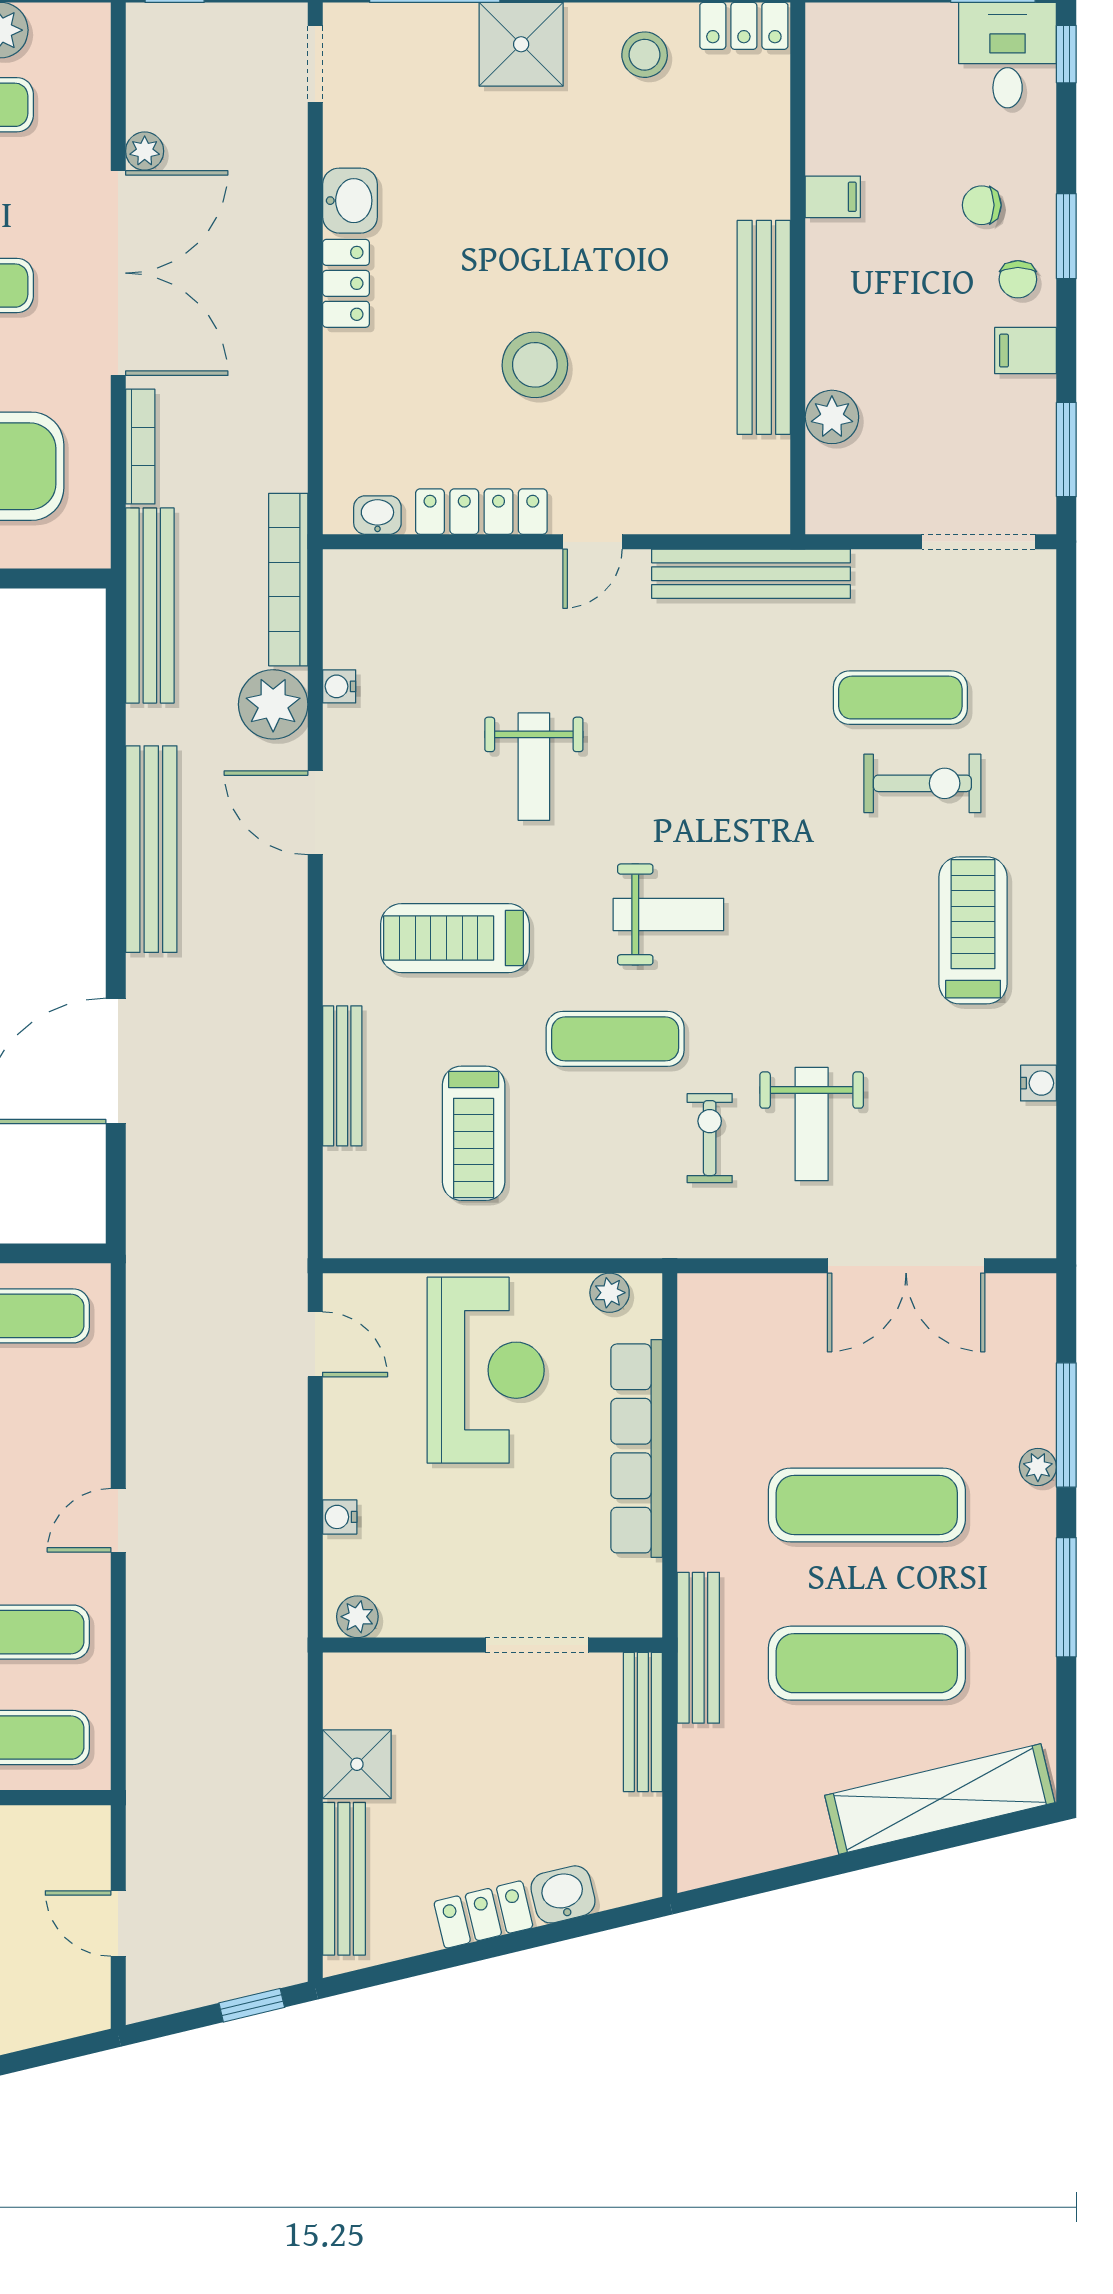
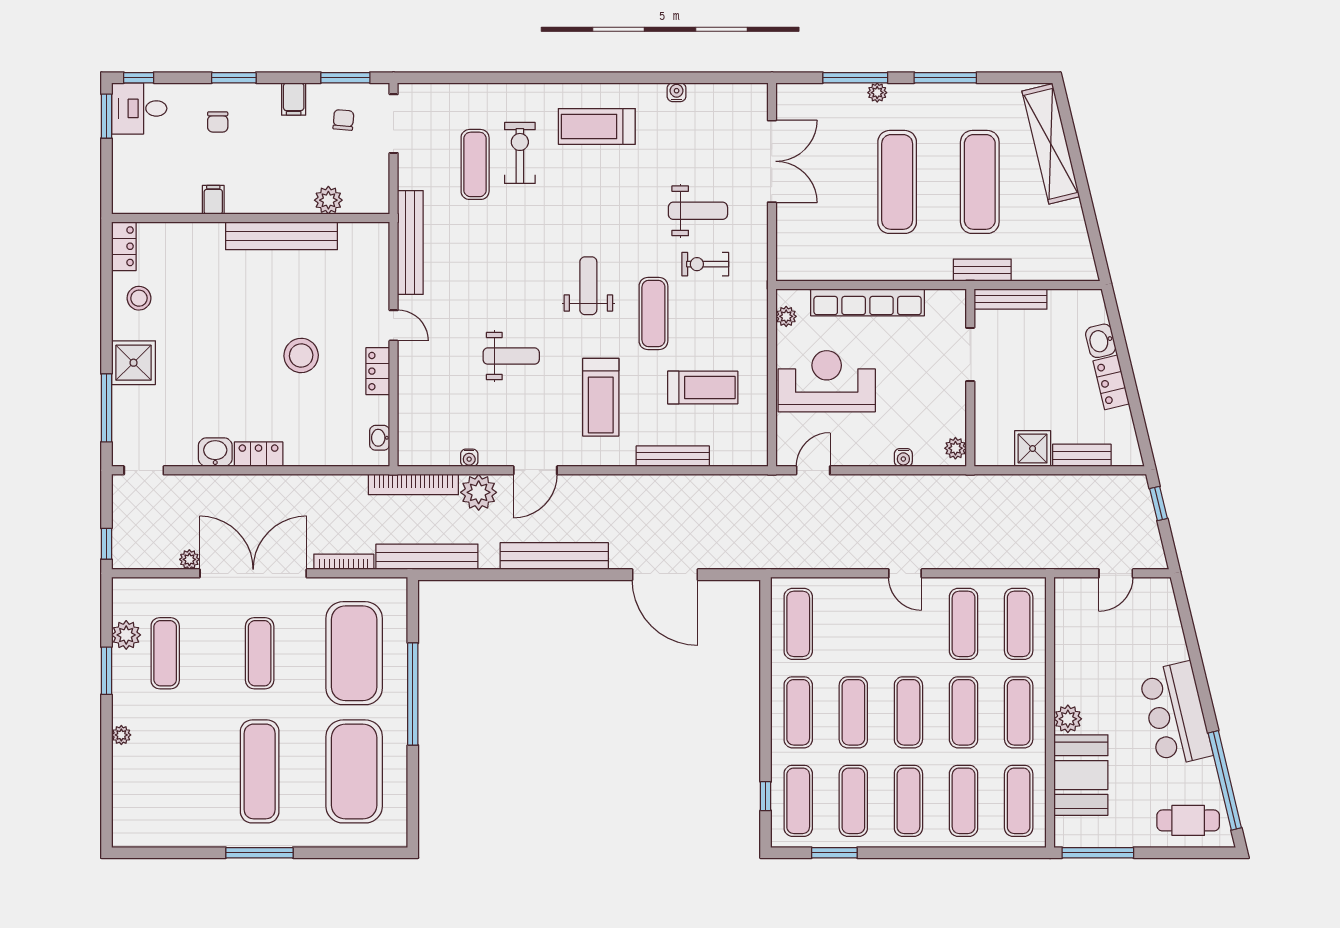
chair: (1018, 279) -> (343, 120), moved, turned -85
locker: (481, 512) -> (378, 371), width x0.66
bench: (698, 1648) -> (982, 270), width x0.73
bench: (344, 1879) -> (1082, 455), width x0.73

